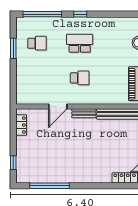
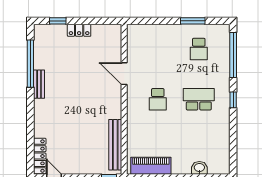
school desk: (80, 43) -> (199, 99), turned -90
bench: (84, 113) -> (39, 84), moved
locker: (21, 125) -> (79, 30), moved

